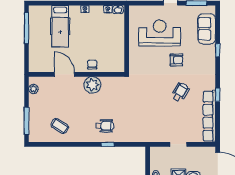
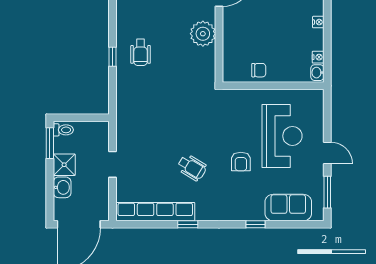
chair: (92, 65) -> (259, 70), moved

